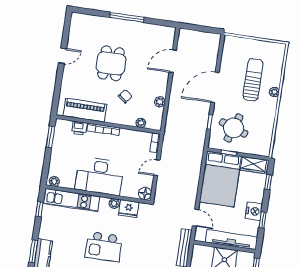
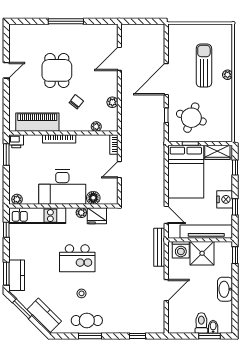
printer: (79, 128) -> (16, 141), moved
floor lamp: (145, 193) -> (93, 198), moved
washing machine: (204, 253) -> (181, 250), added

